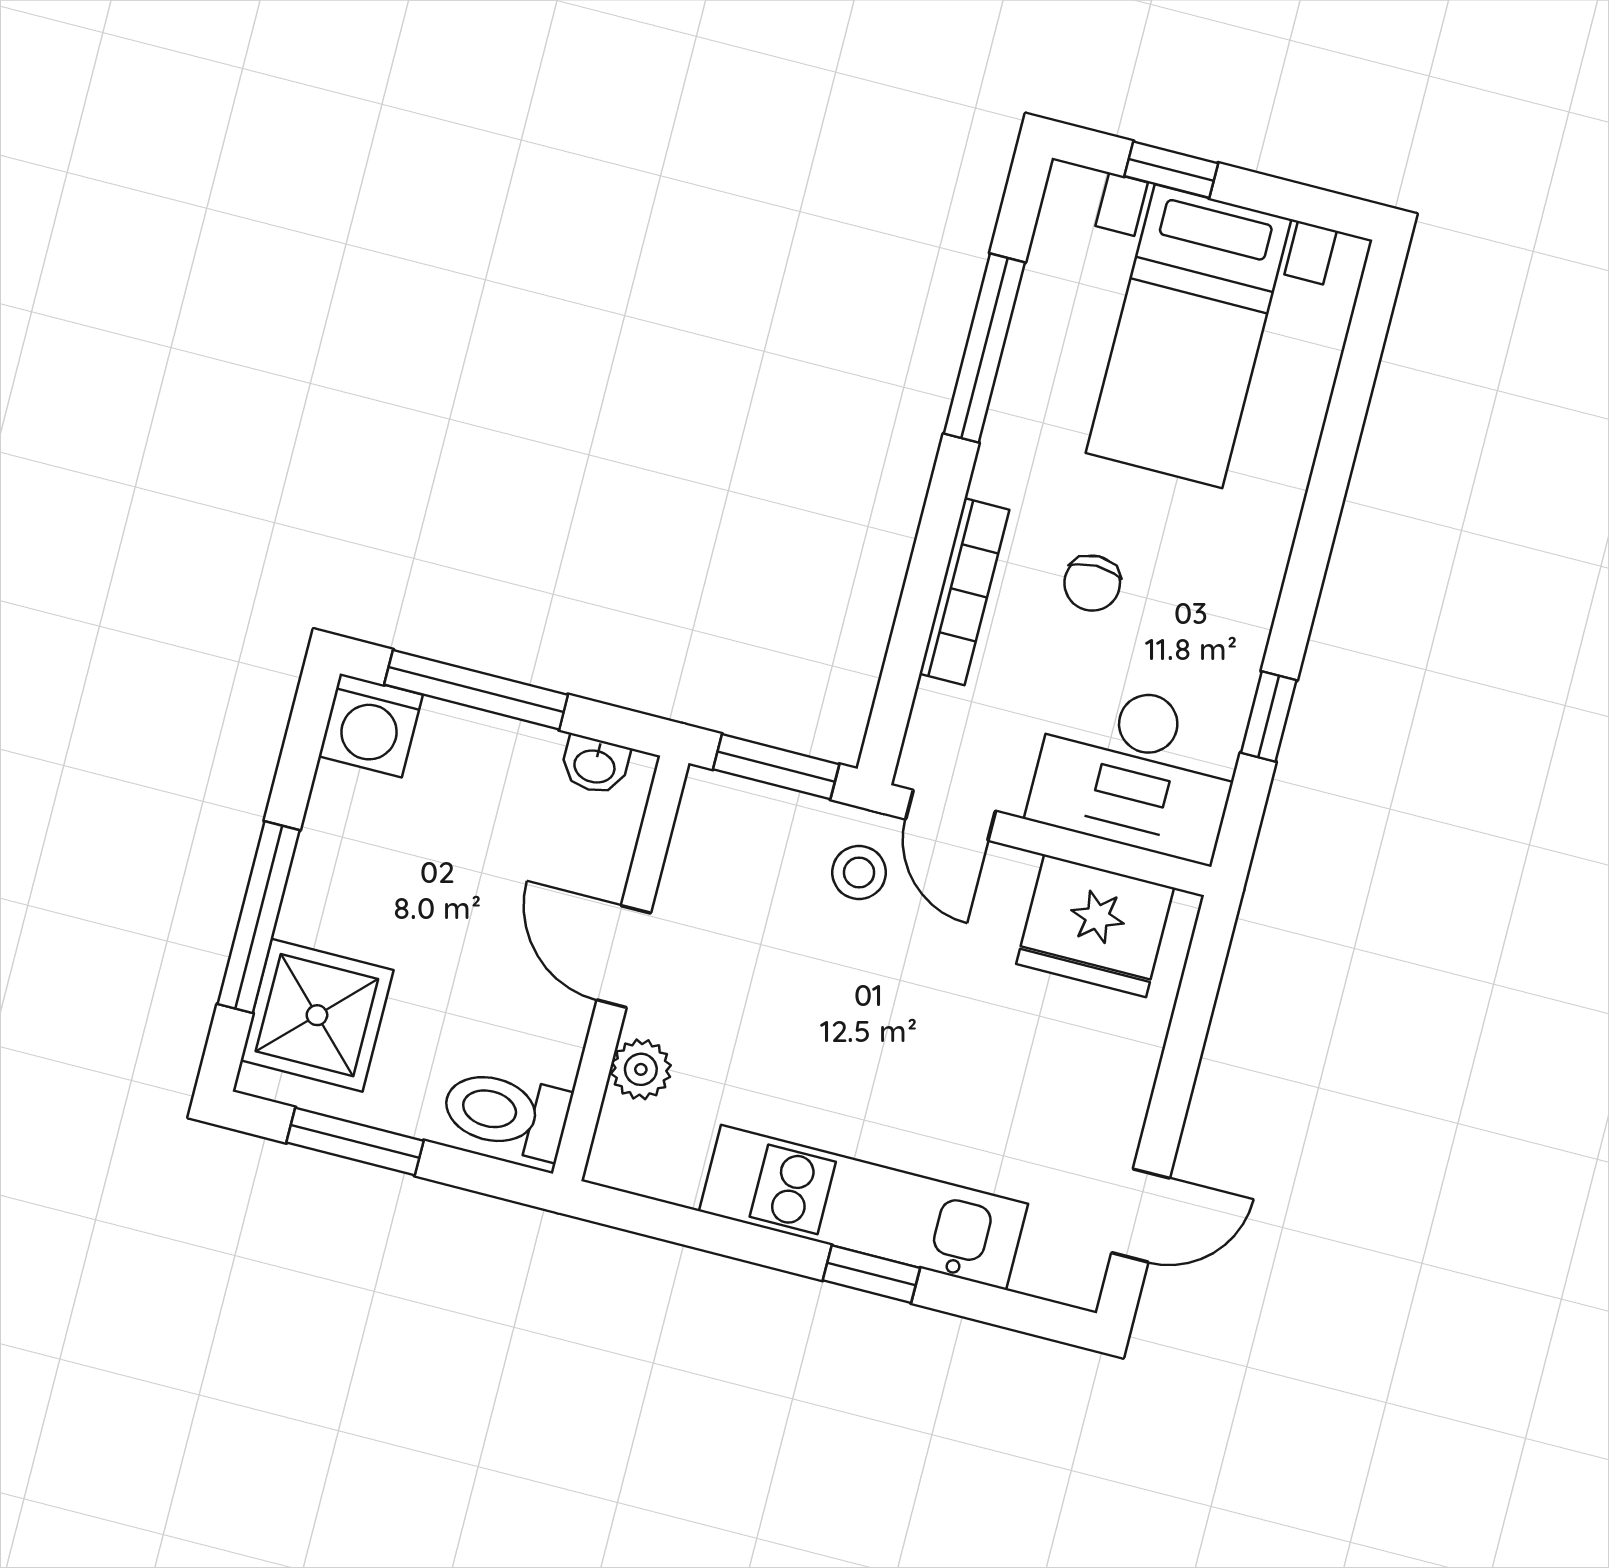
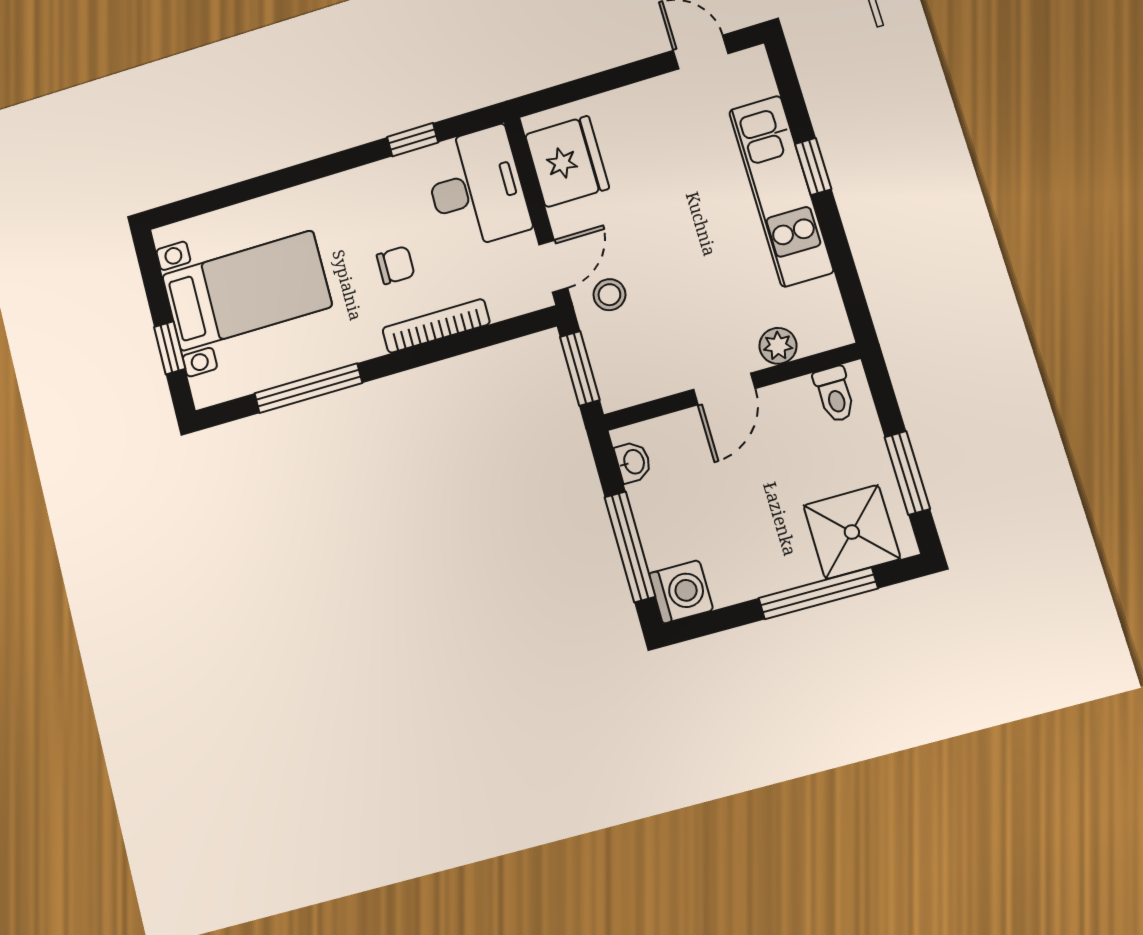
toilet: (506, 1113) -> (835, 394), width x0.73, depth x0.72

